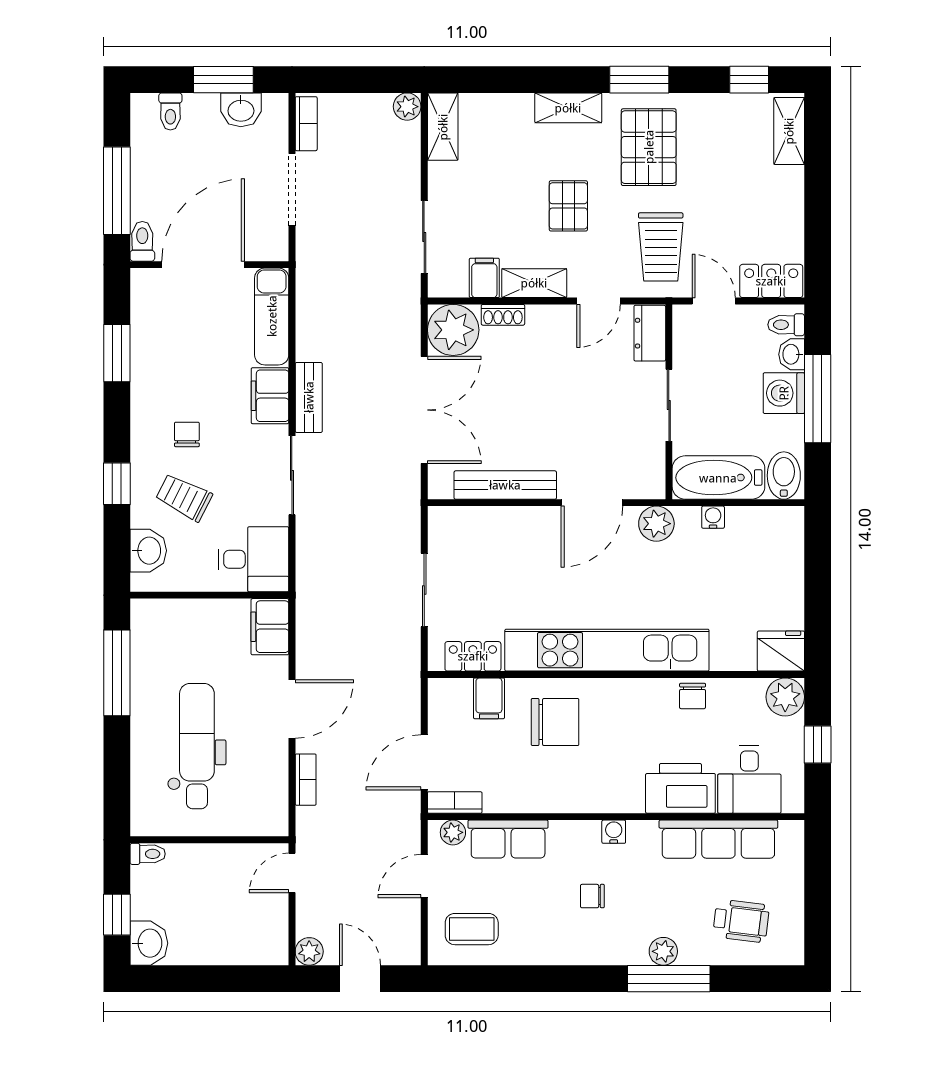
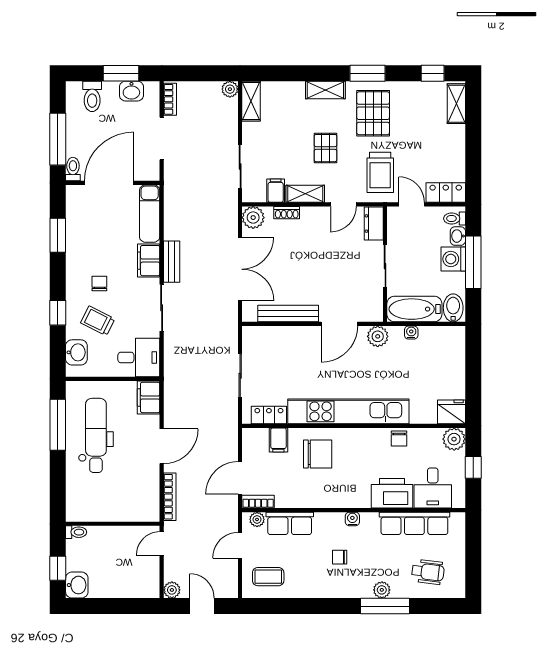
toilet: (170, 111) -> (92, 96), width x1.37, depth x1.39
plant: (453, 330) -> (253, 218), width x0.73, depth x0.73
dental chair: (197, 746) -> (96, 435), moved
bookcase: (306, 780) -> (170, 497), width x1.56

